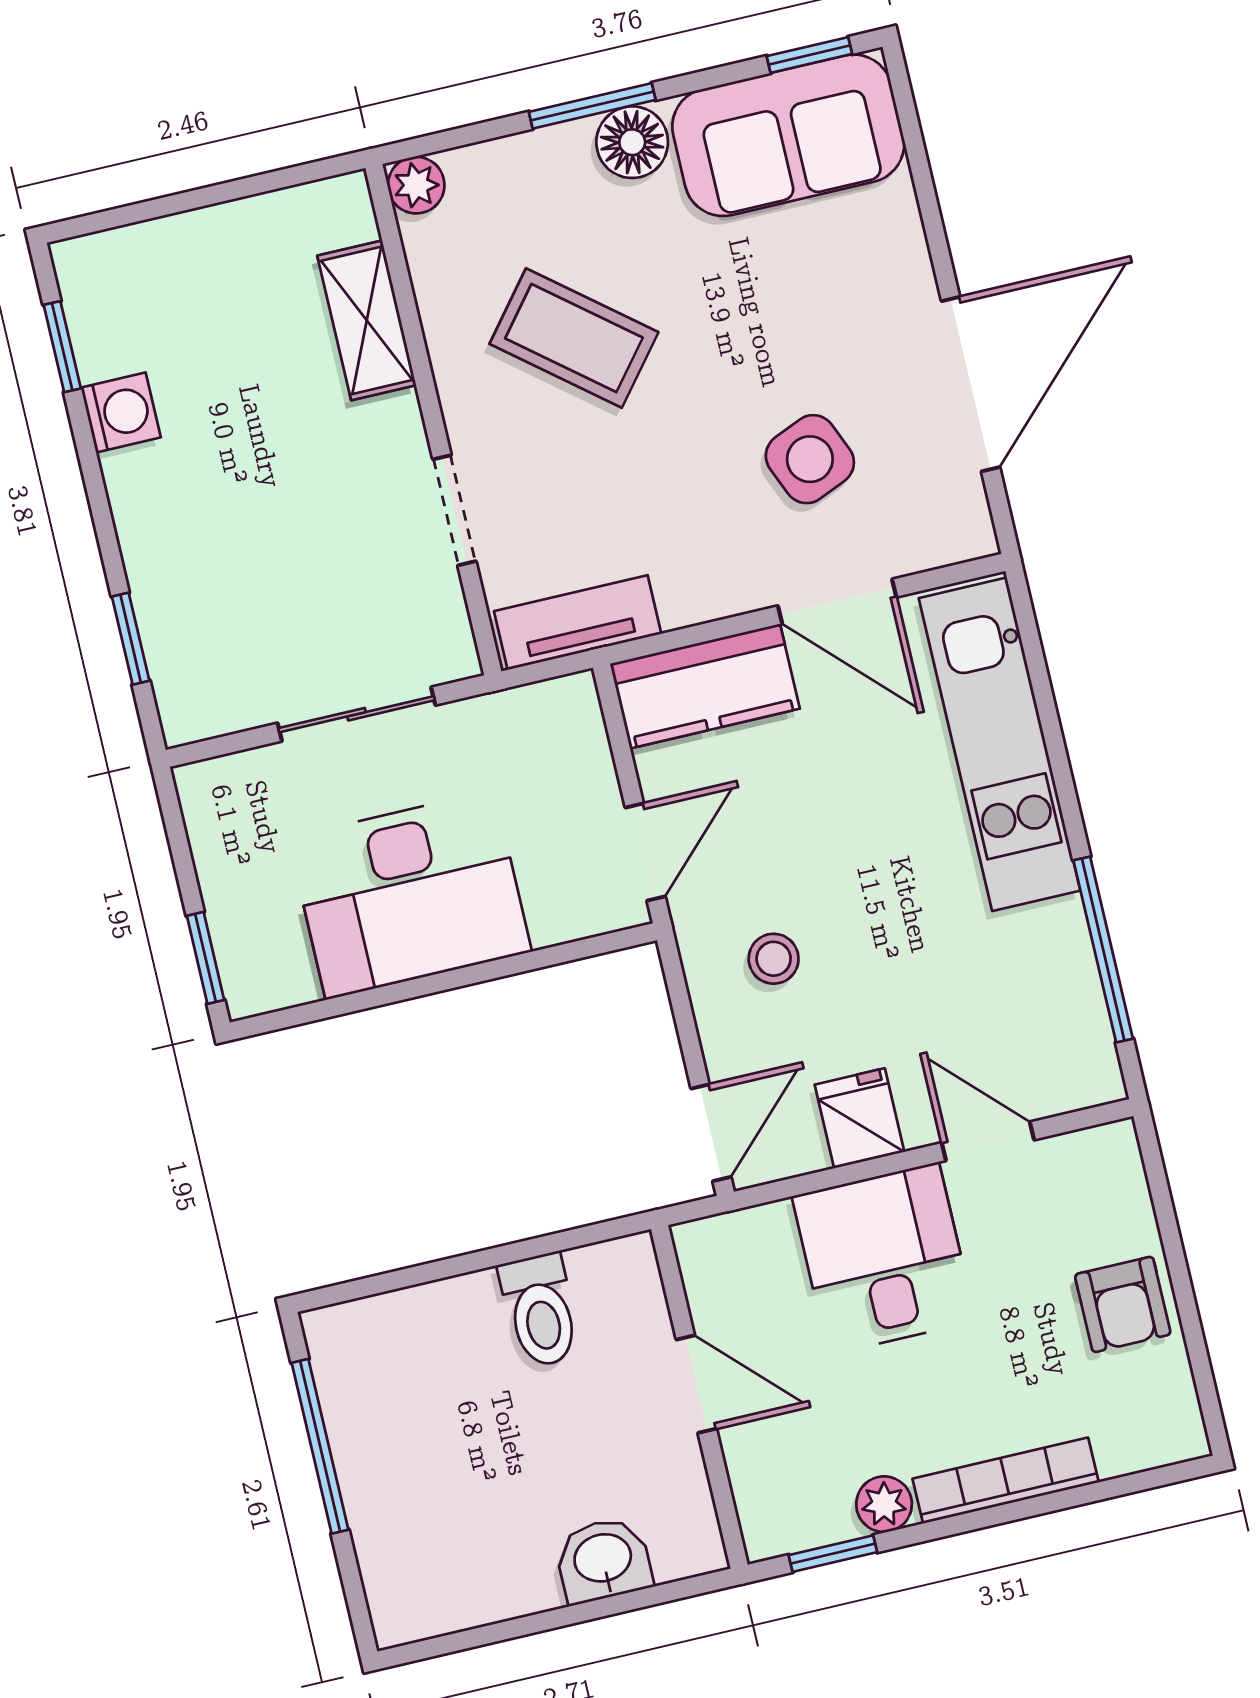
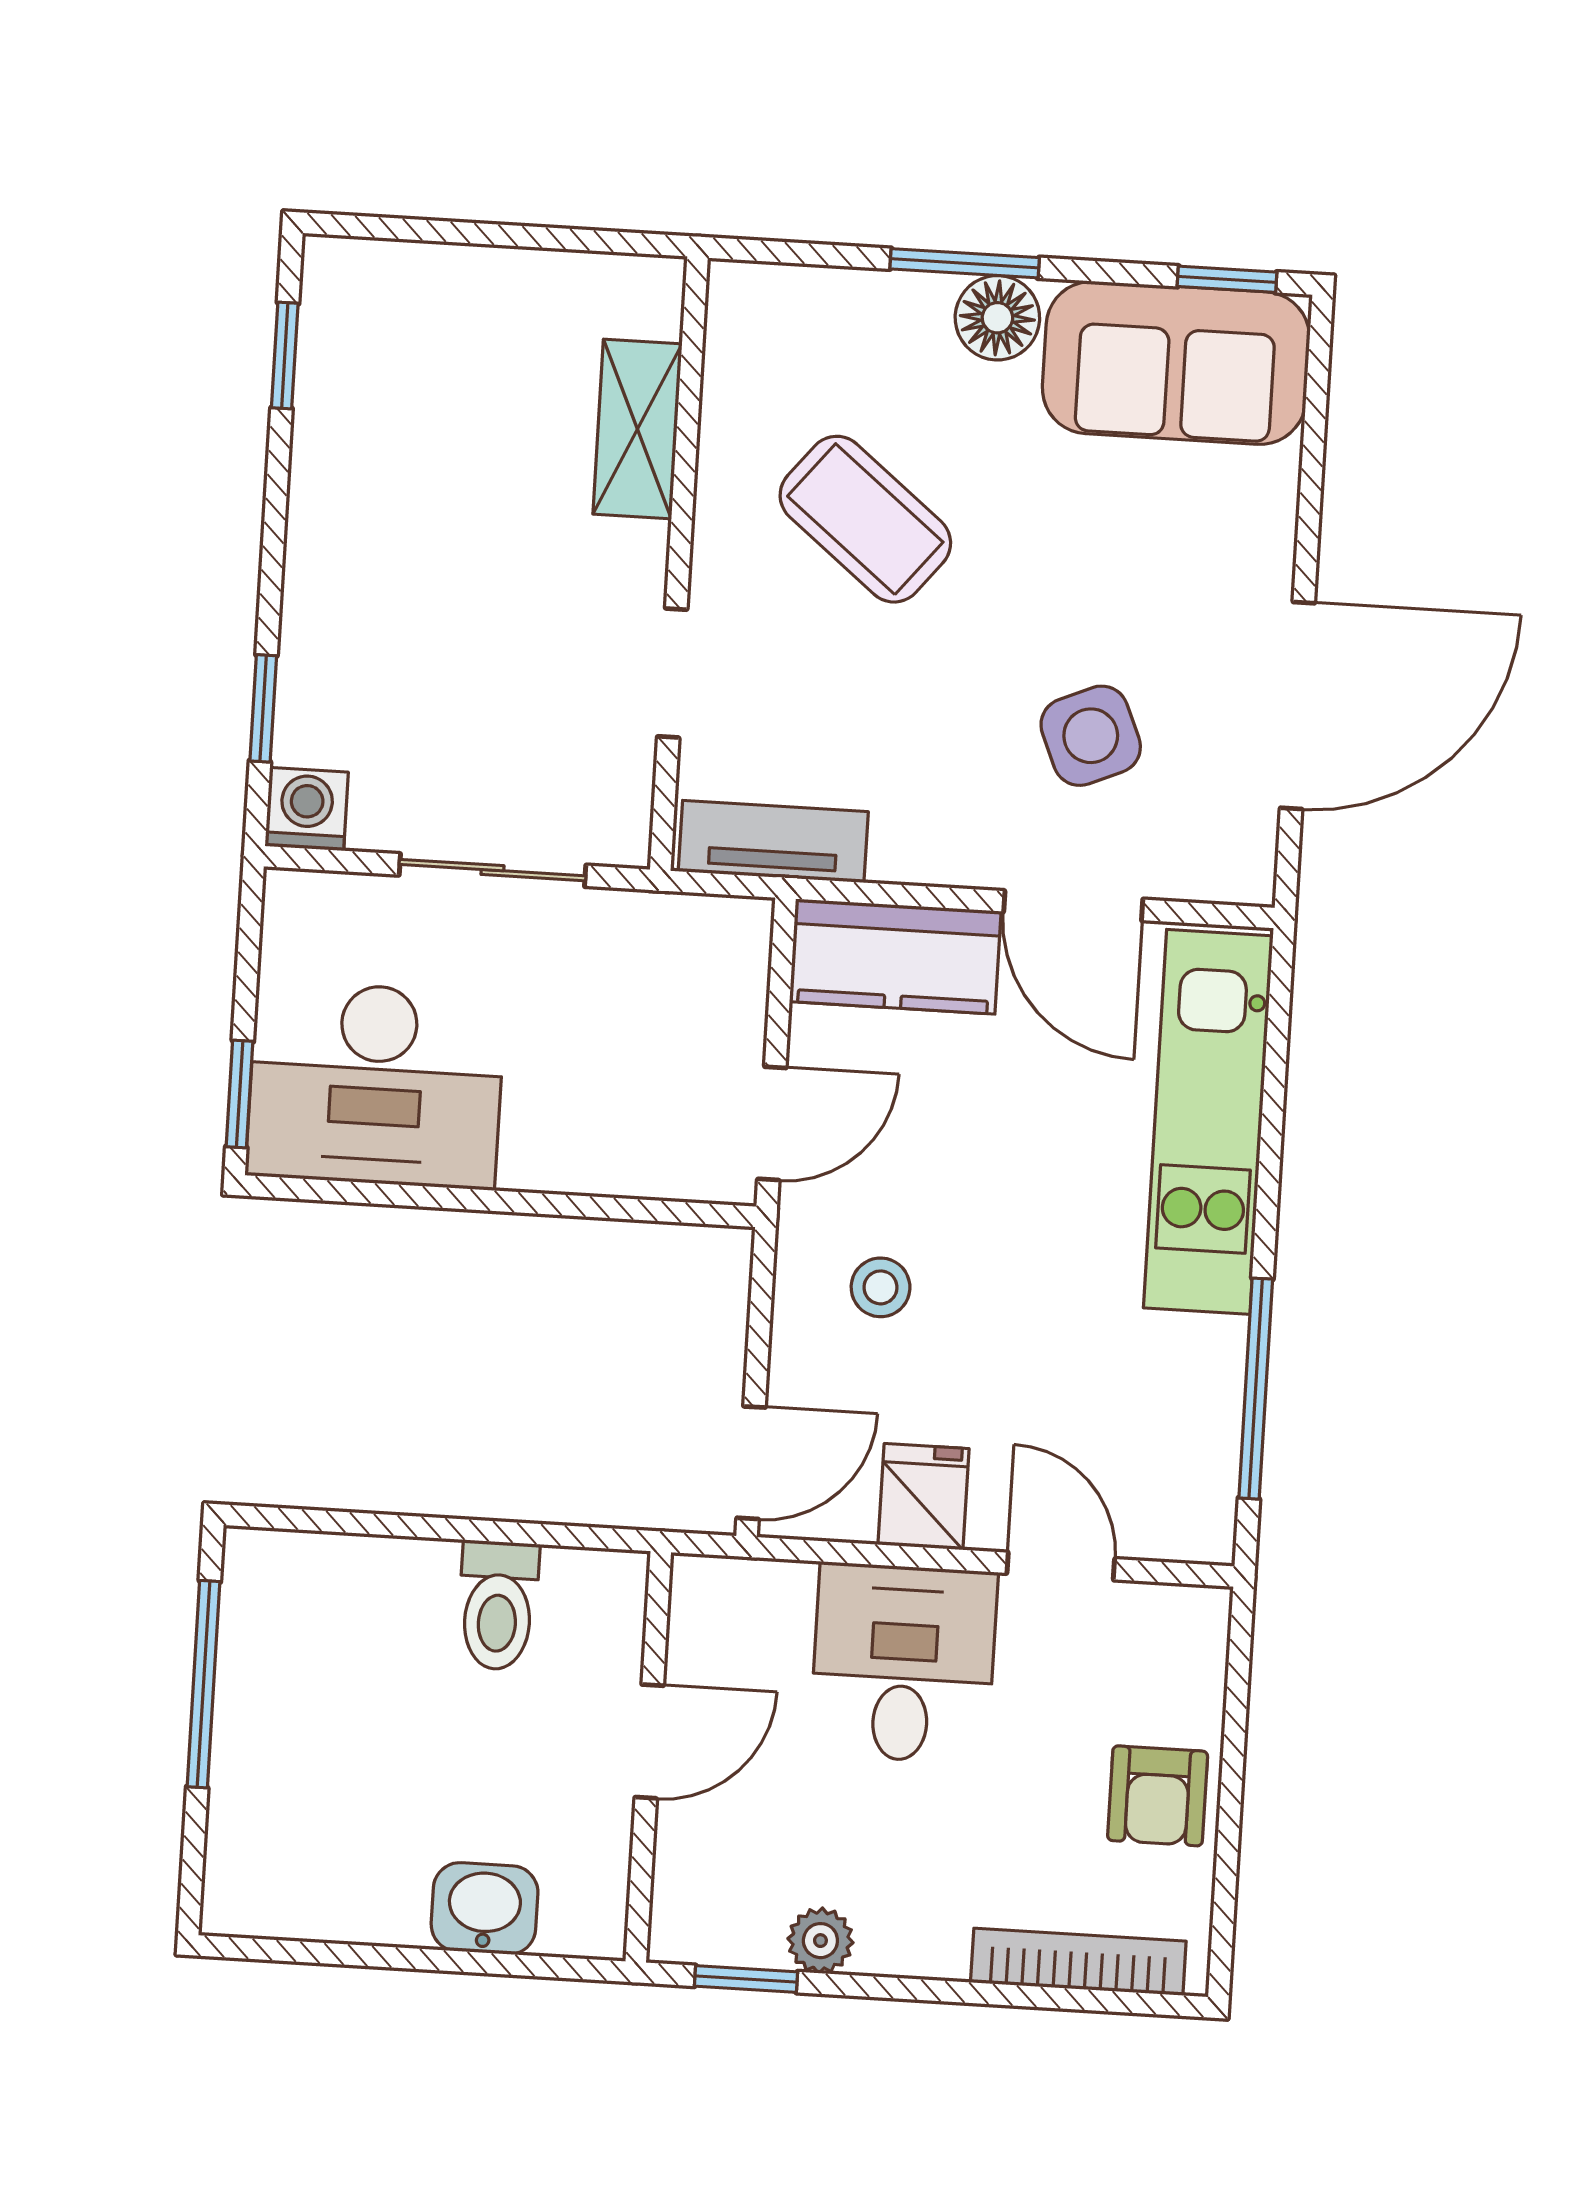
plant: (416, 185) -> (739, 293), removed
washing machine: (121, 412) -> (307, 809), moved, turned -90
desk: (410, 895) -> (376, 1085), moved
door: (696, 1384) -> (649, 1741), hinge flipped
bookcase: (1006, 1480) -> (1078, 1962), moved

